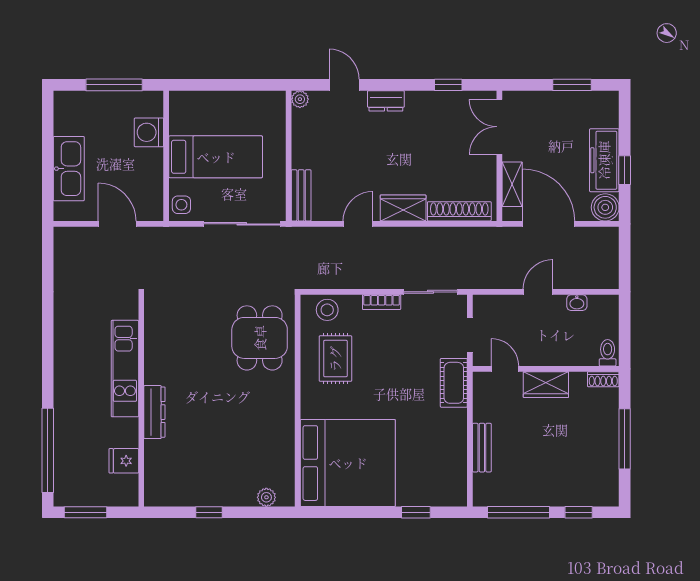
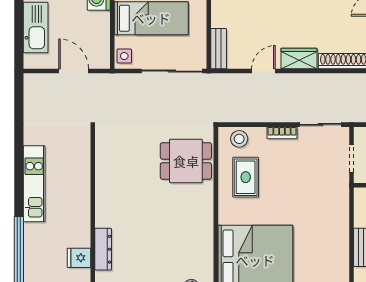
dining table: (260, 338) -> (186, 161), turned 90
kitchen unit: (125, 369) -> (34, 184), moved, turned 180
cot: (454, 383) -> (339, 196), removed
dresser: (154, 412) -> (103, 249), moved

